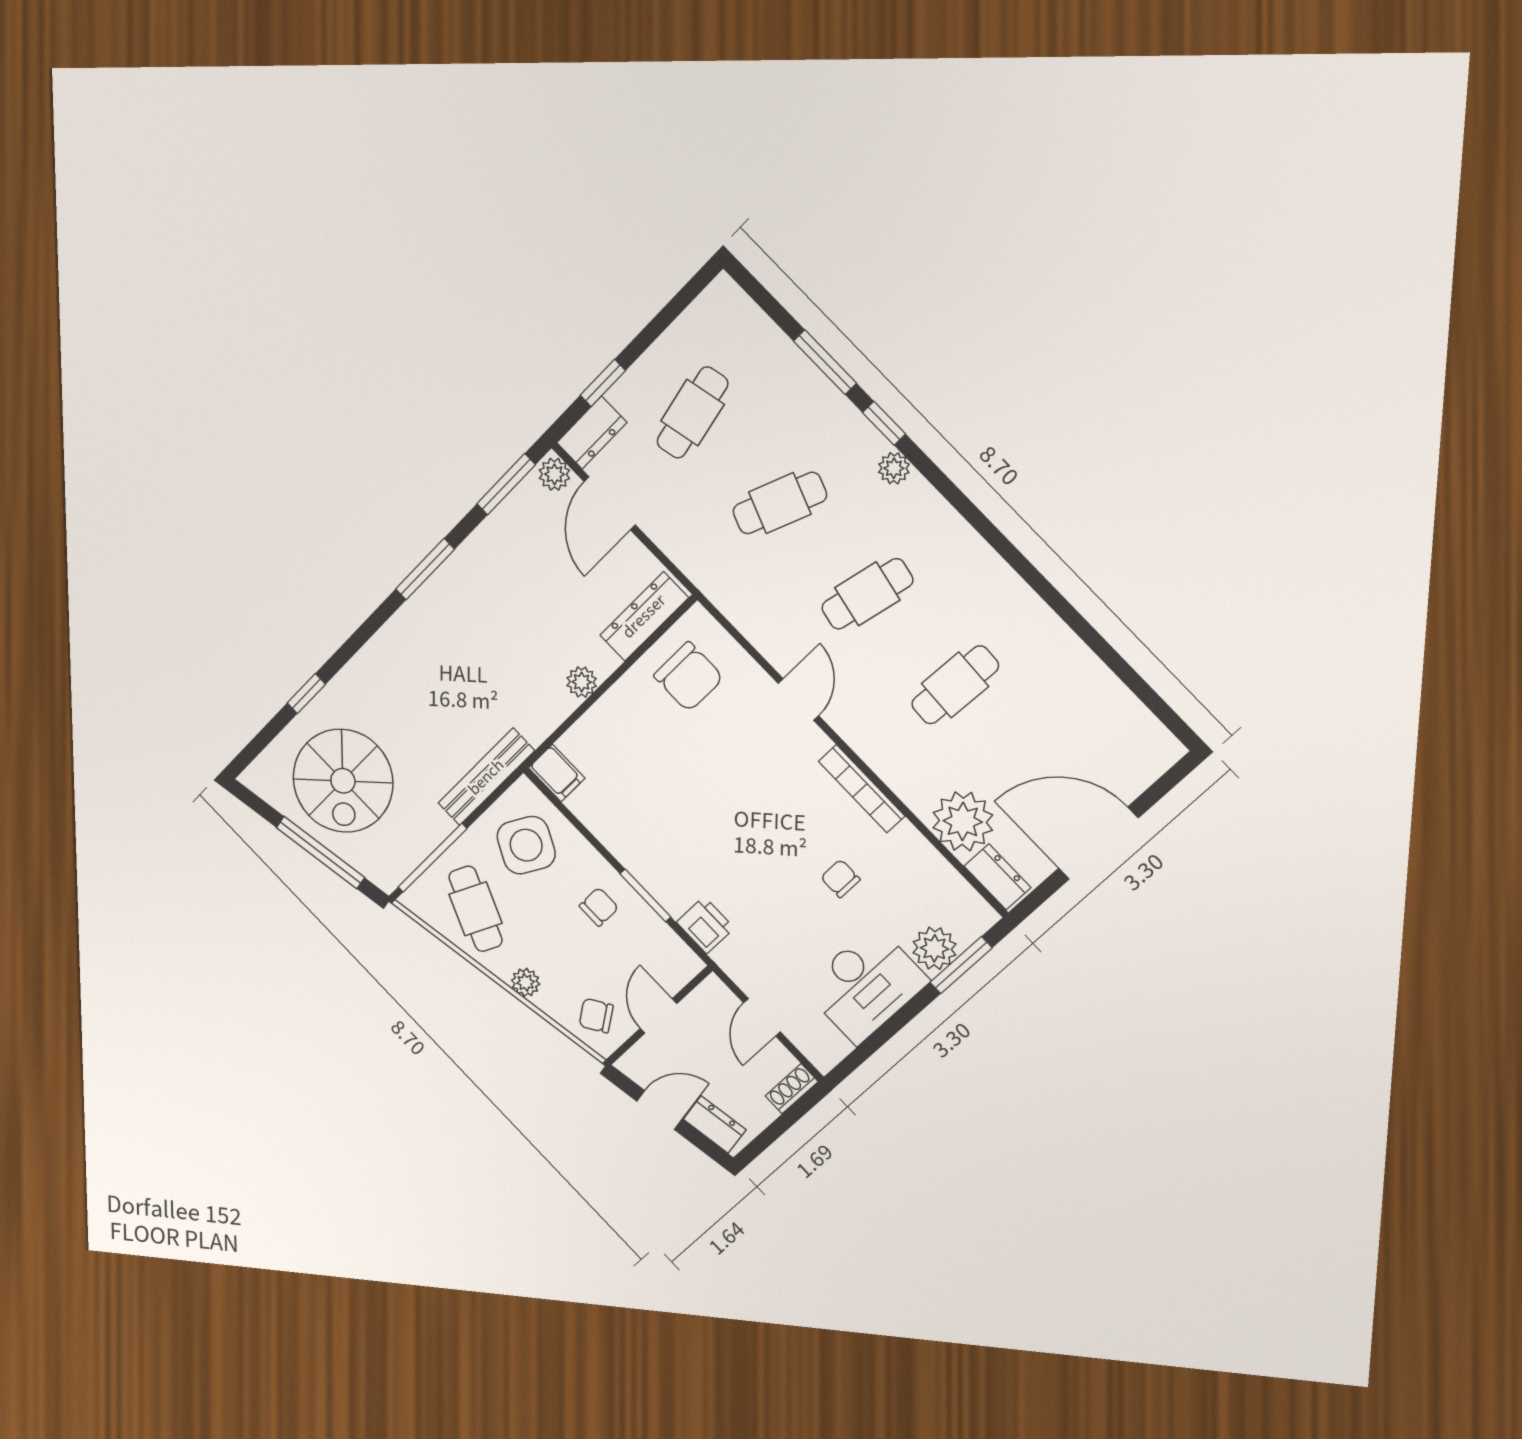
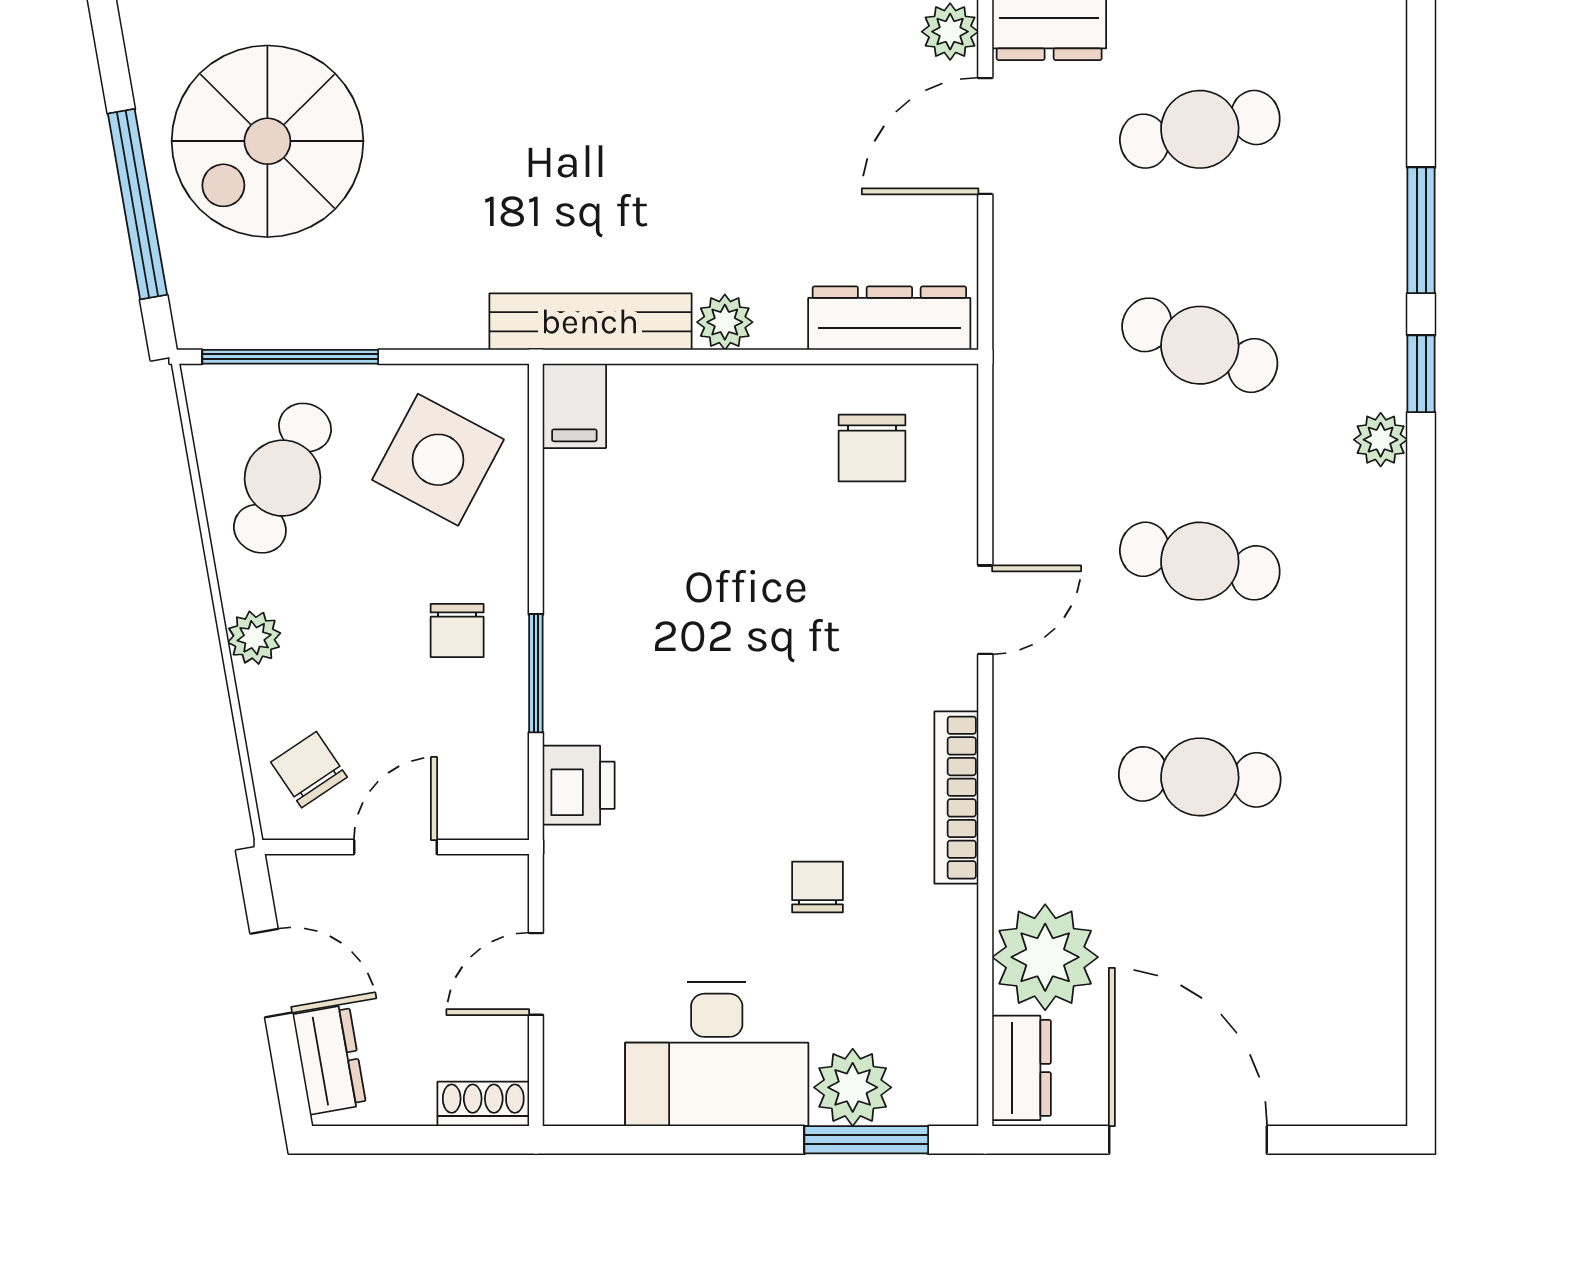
chair: (689, 677) -> (872, 448), width x0.73, depth x0.73
bench: (486, 777) -> (590, 322), moved
chair: (599, 907) -> (457, 631), turned 90

